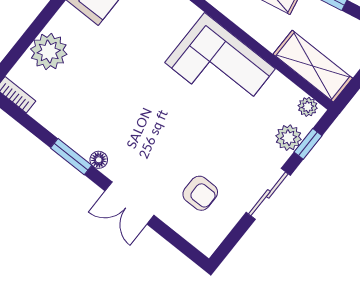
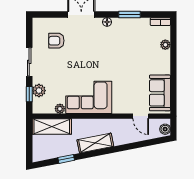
plant: (49, 52) -> (165, 45), width x0.53, depth x0.53
plant: (308, 107) -> (60, 109), moved
window: (71, 157) -> (129, 15), moved

